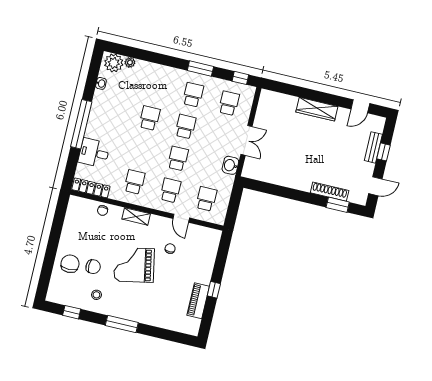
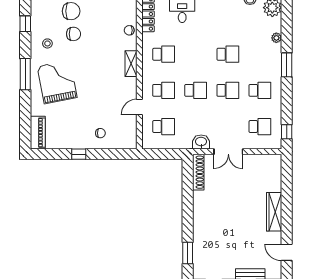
plant: (130, 62) -> (276, 38), moved
window: (200, 68) -> (287, 65), moved
shoe rack: (330, 192) -> (198, 172), moved
chair: (170, 249) -> (100, 133), moved
grand piano: (134, 265) -> (57, 82), moved
chair: (93, 267) -> (74, 34), turned -90
piano: (198, 301) -> (38, 133), moved, turned 90

